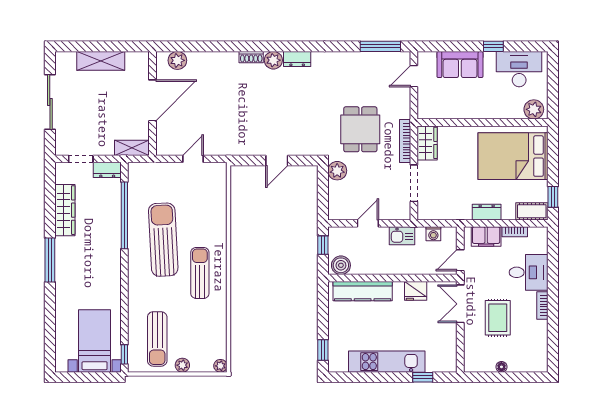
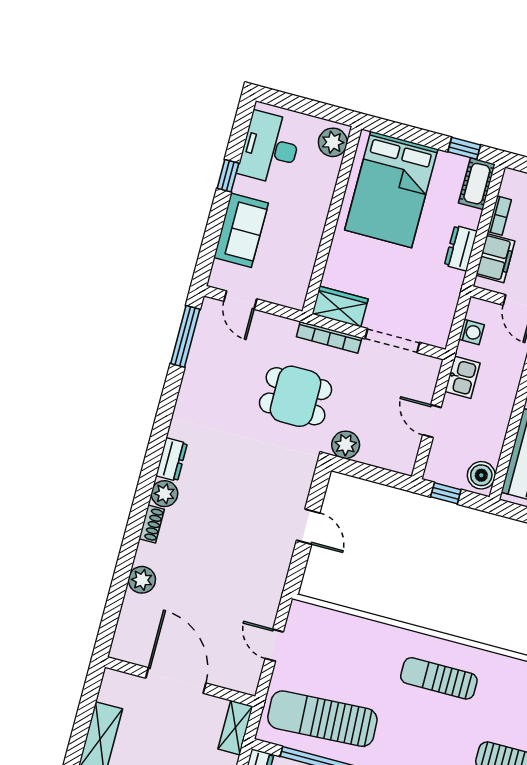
plant: (177, 60) -> (142, 580), moved
sun lounger: (163, 240) -> (322, 719), moved

